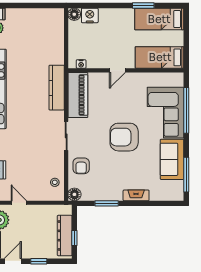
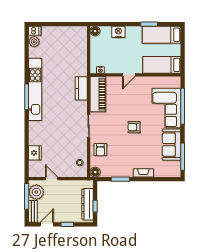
nightstand: (90, 15) -> (118, 32), moved
kitchen counter: (57, 88) -> (81, 88), width x0.67
armchair: (124, 137) -> (134, 127), width x0.53, depth x0.53

